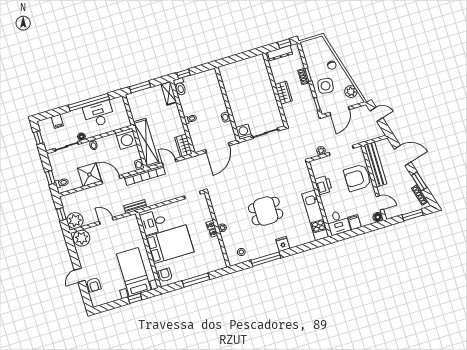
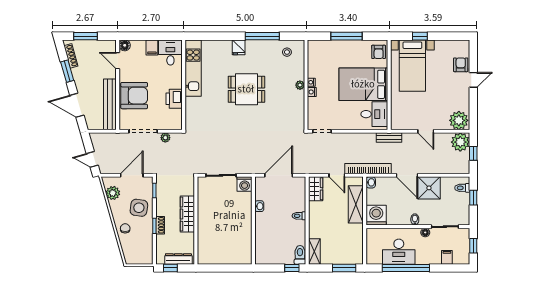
wardrobe: (284, 93) -> (187, 214), width x1.50
shelving: (146, 143) -> (356, 204), width x0.68

